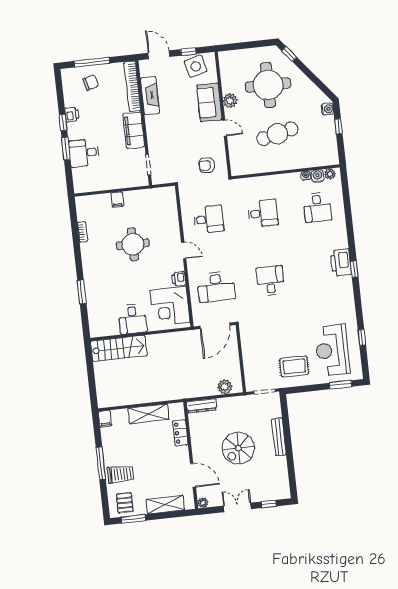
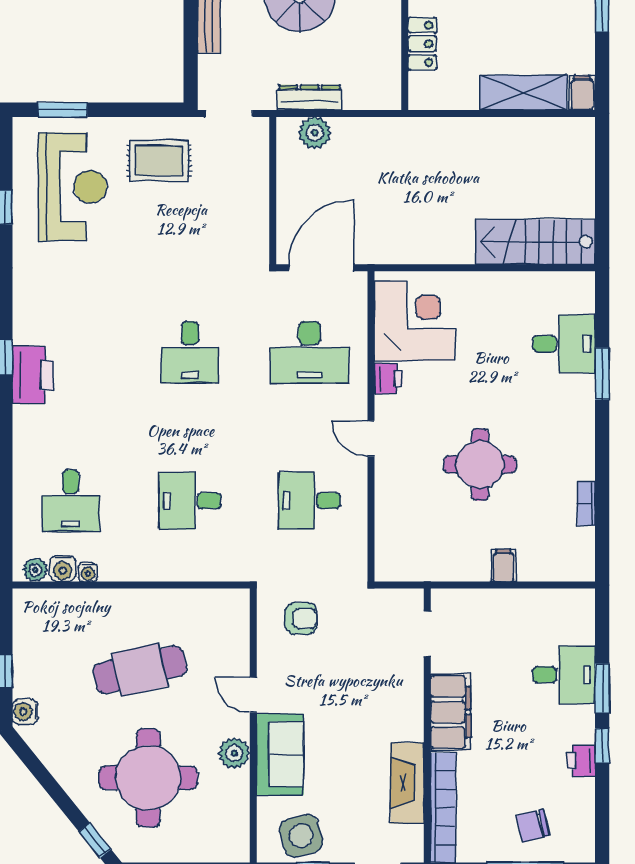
desk: (317, 207) -> (71, 501), turned 180
desk: (216, 287) -> (309, 352), turned 180
desk: (133, 319) -> (564, 344), moved, turned 90
dresser: (202, 406) -> (310, 97), moved
shelving: (148, 414) -> (523, 93), moved

